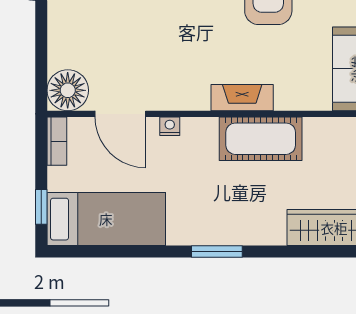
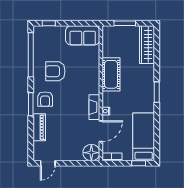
fireplace: (242, 98) -> (94, 107), moved

